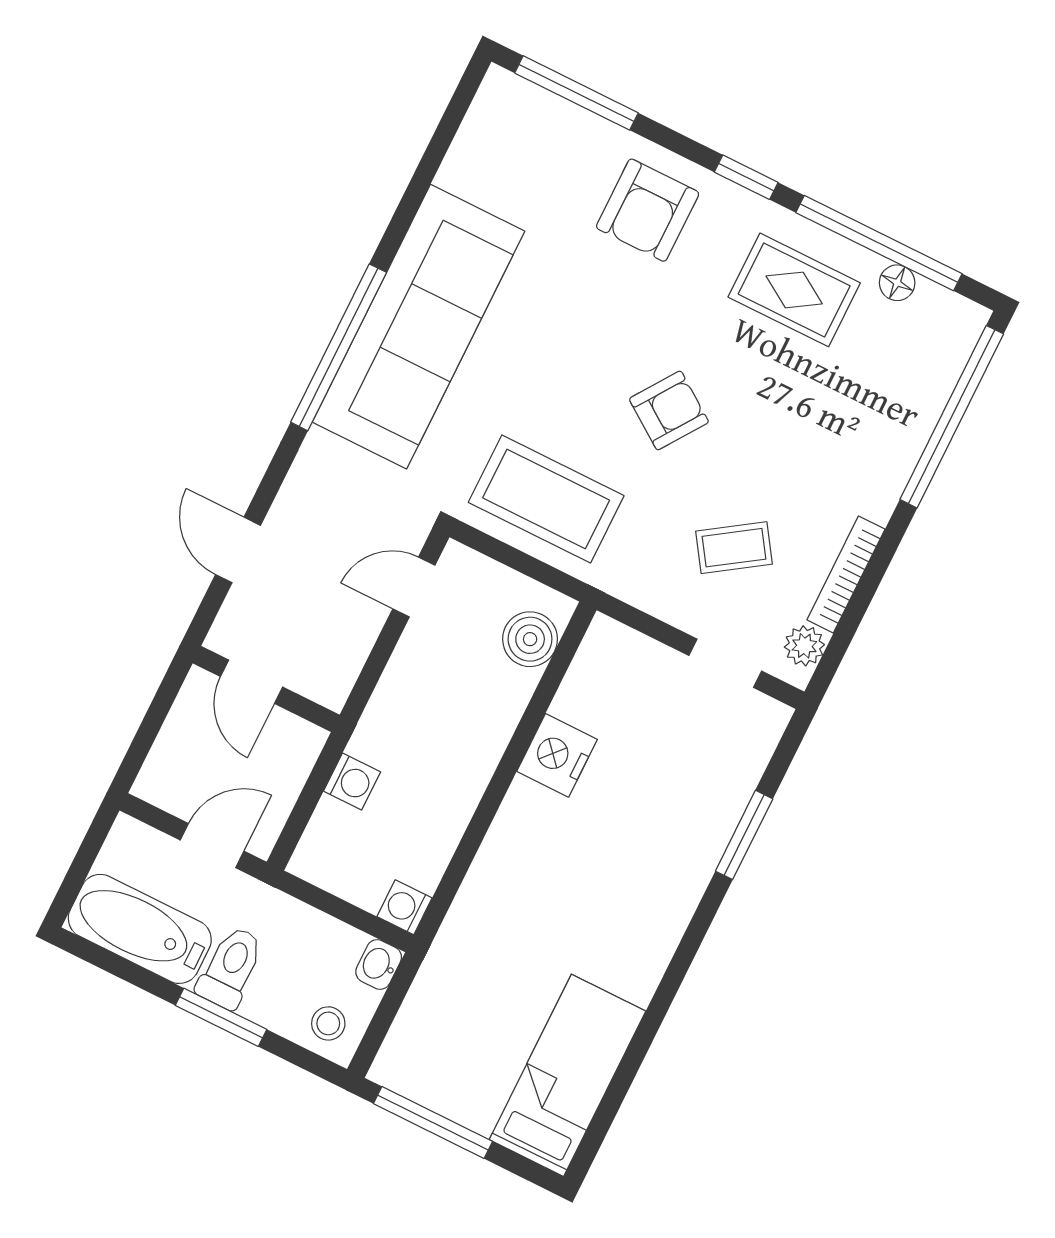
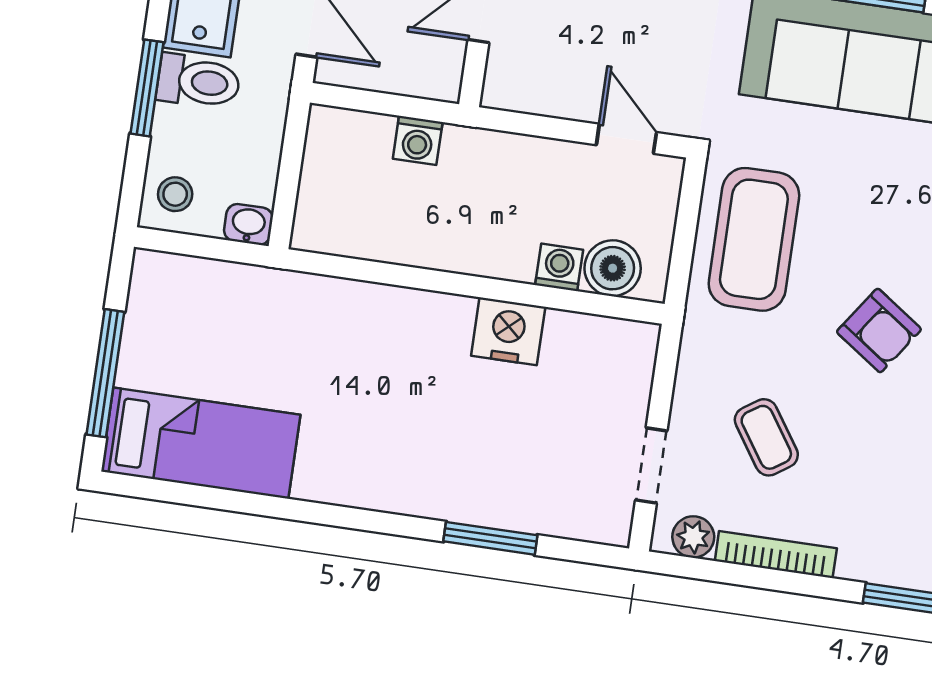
washing machine: (405, 907) -> (559, 267), moved
window: (433, 1123) -> (105, 373), moved

